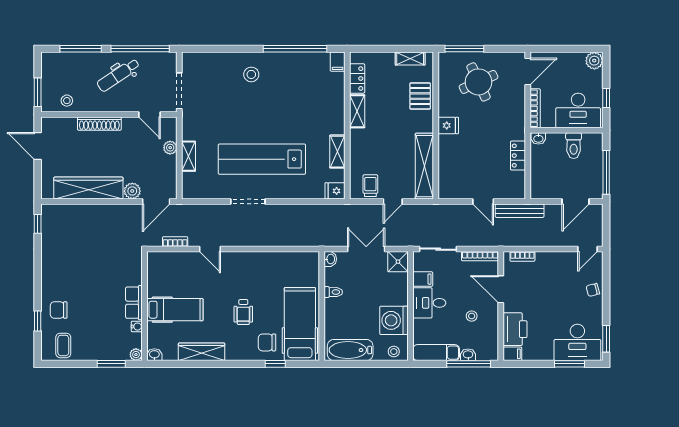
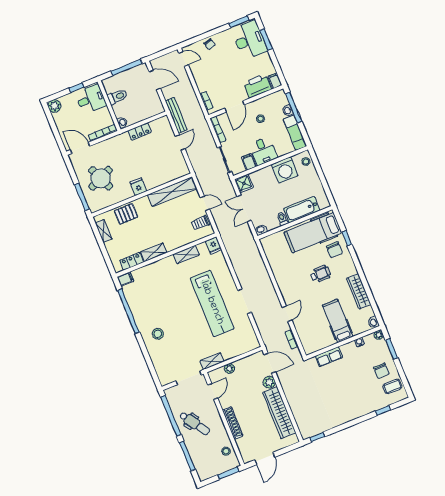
desk: (578, 110) -> (91, 99), width x0.73
shelving: (189, 156) -> (212, 361), moved
row of seats: (134, 303) -> (329, 357), moved
chair: (59, 310) -> (381, 371), moved
bathtub: (350, 350) -> (302, 210), moved, turned 90

